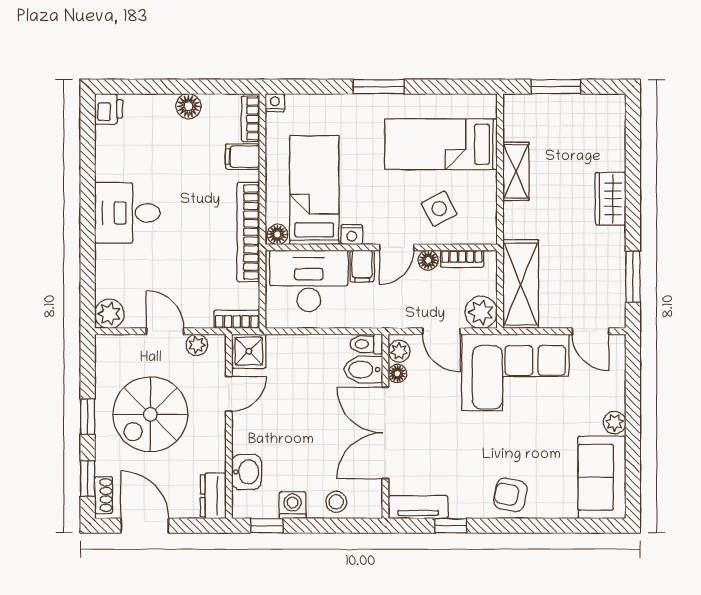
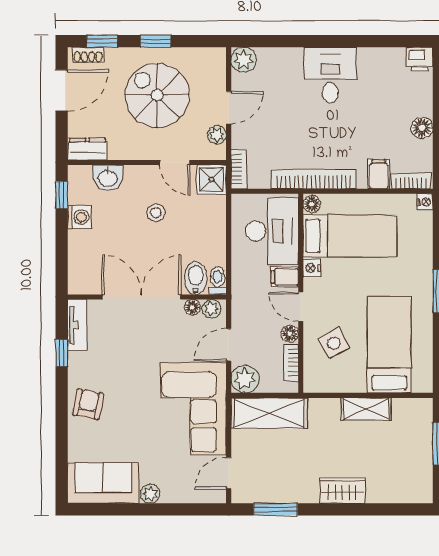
stool: (336, 502) -> (156, 213), moved

